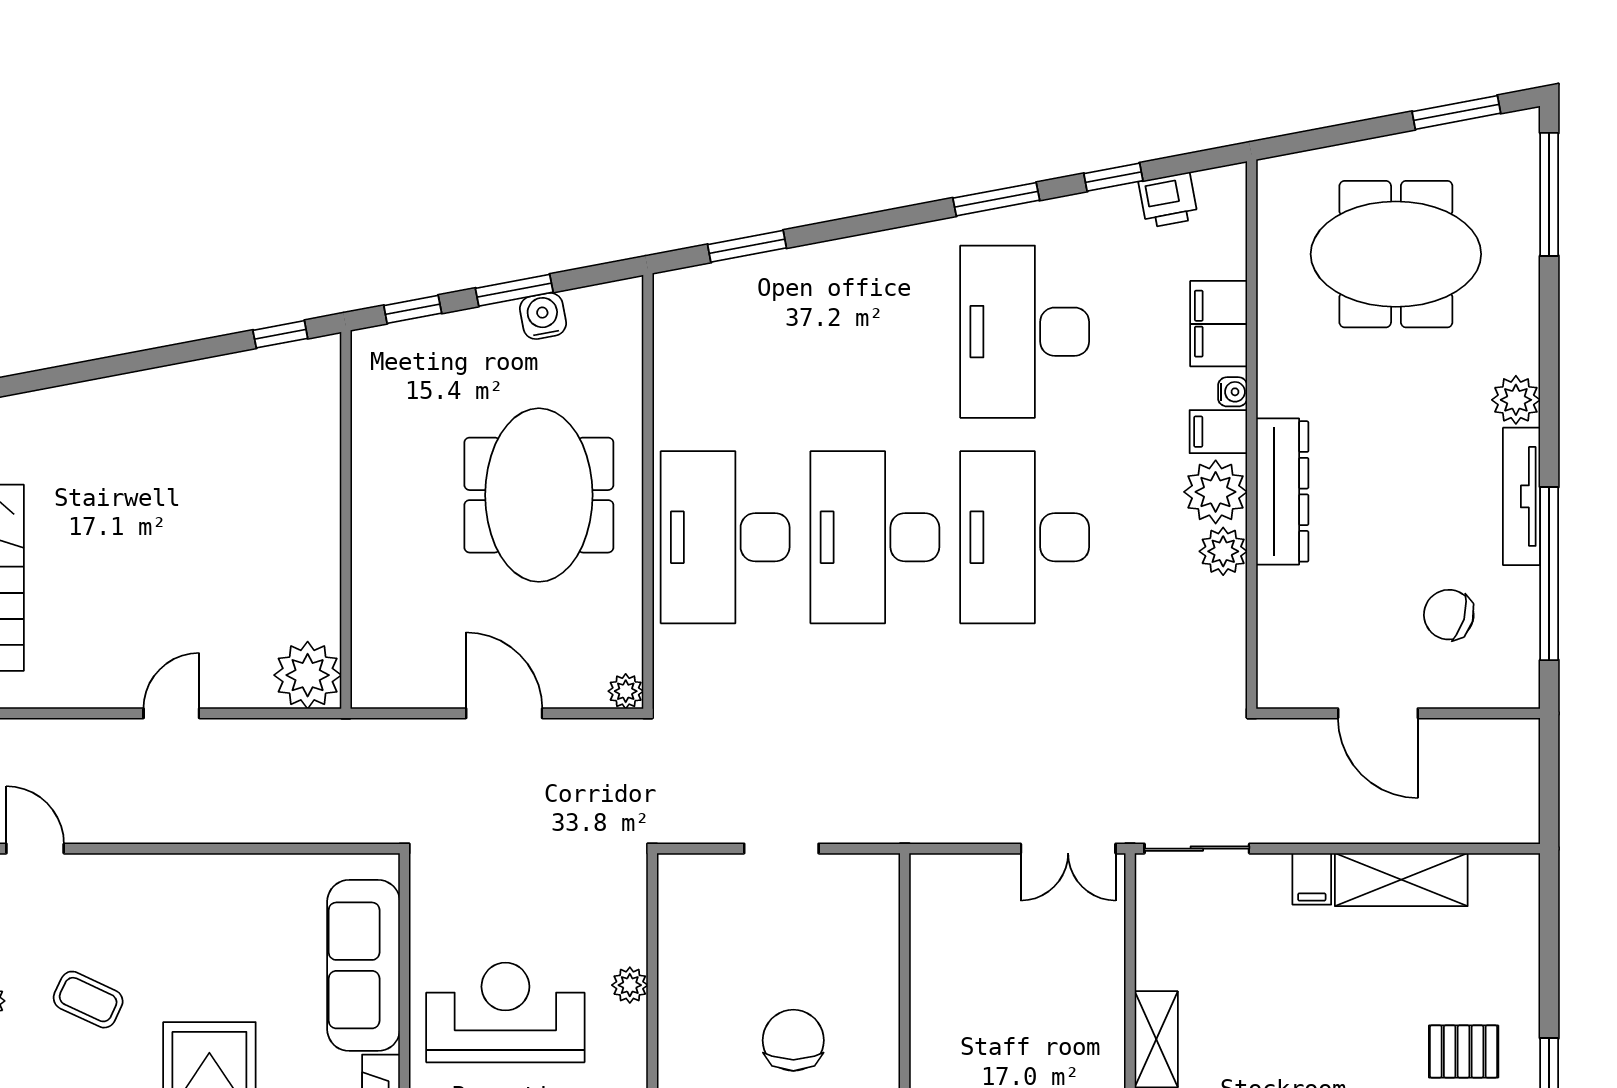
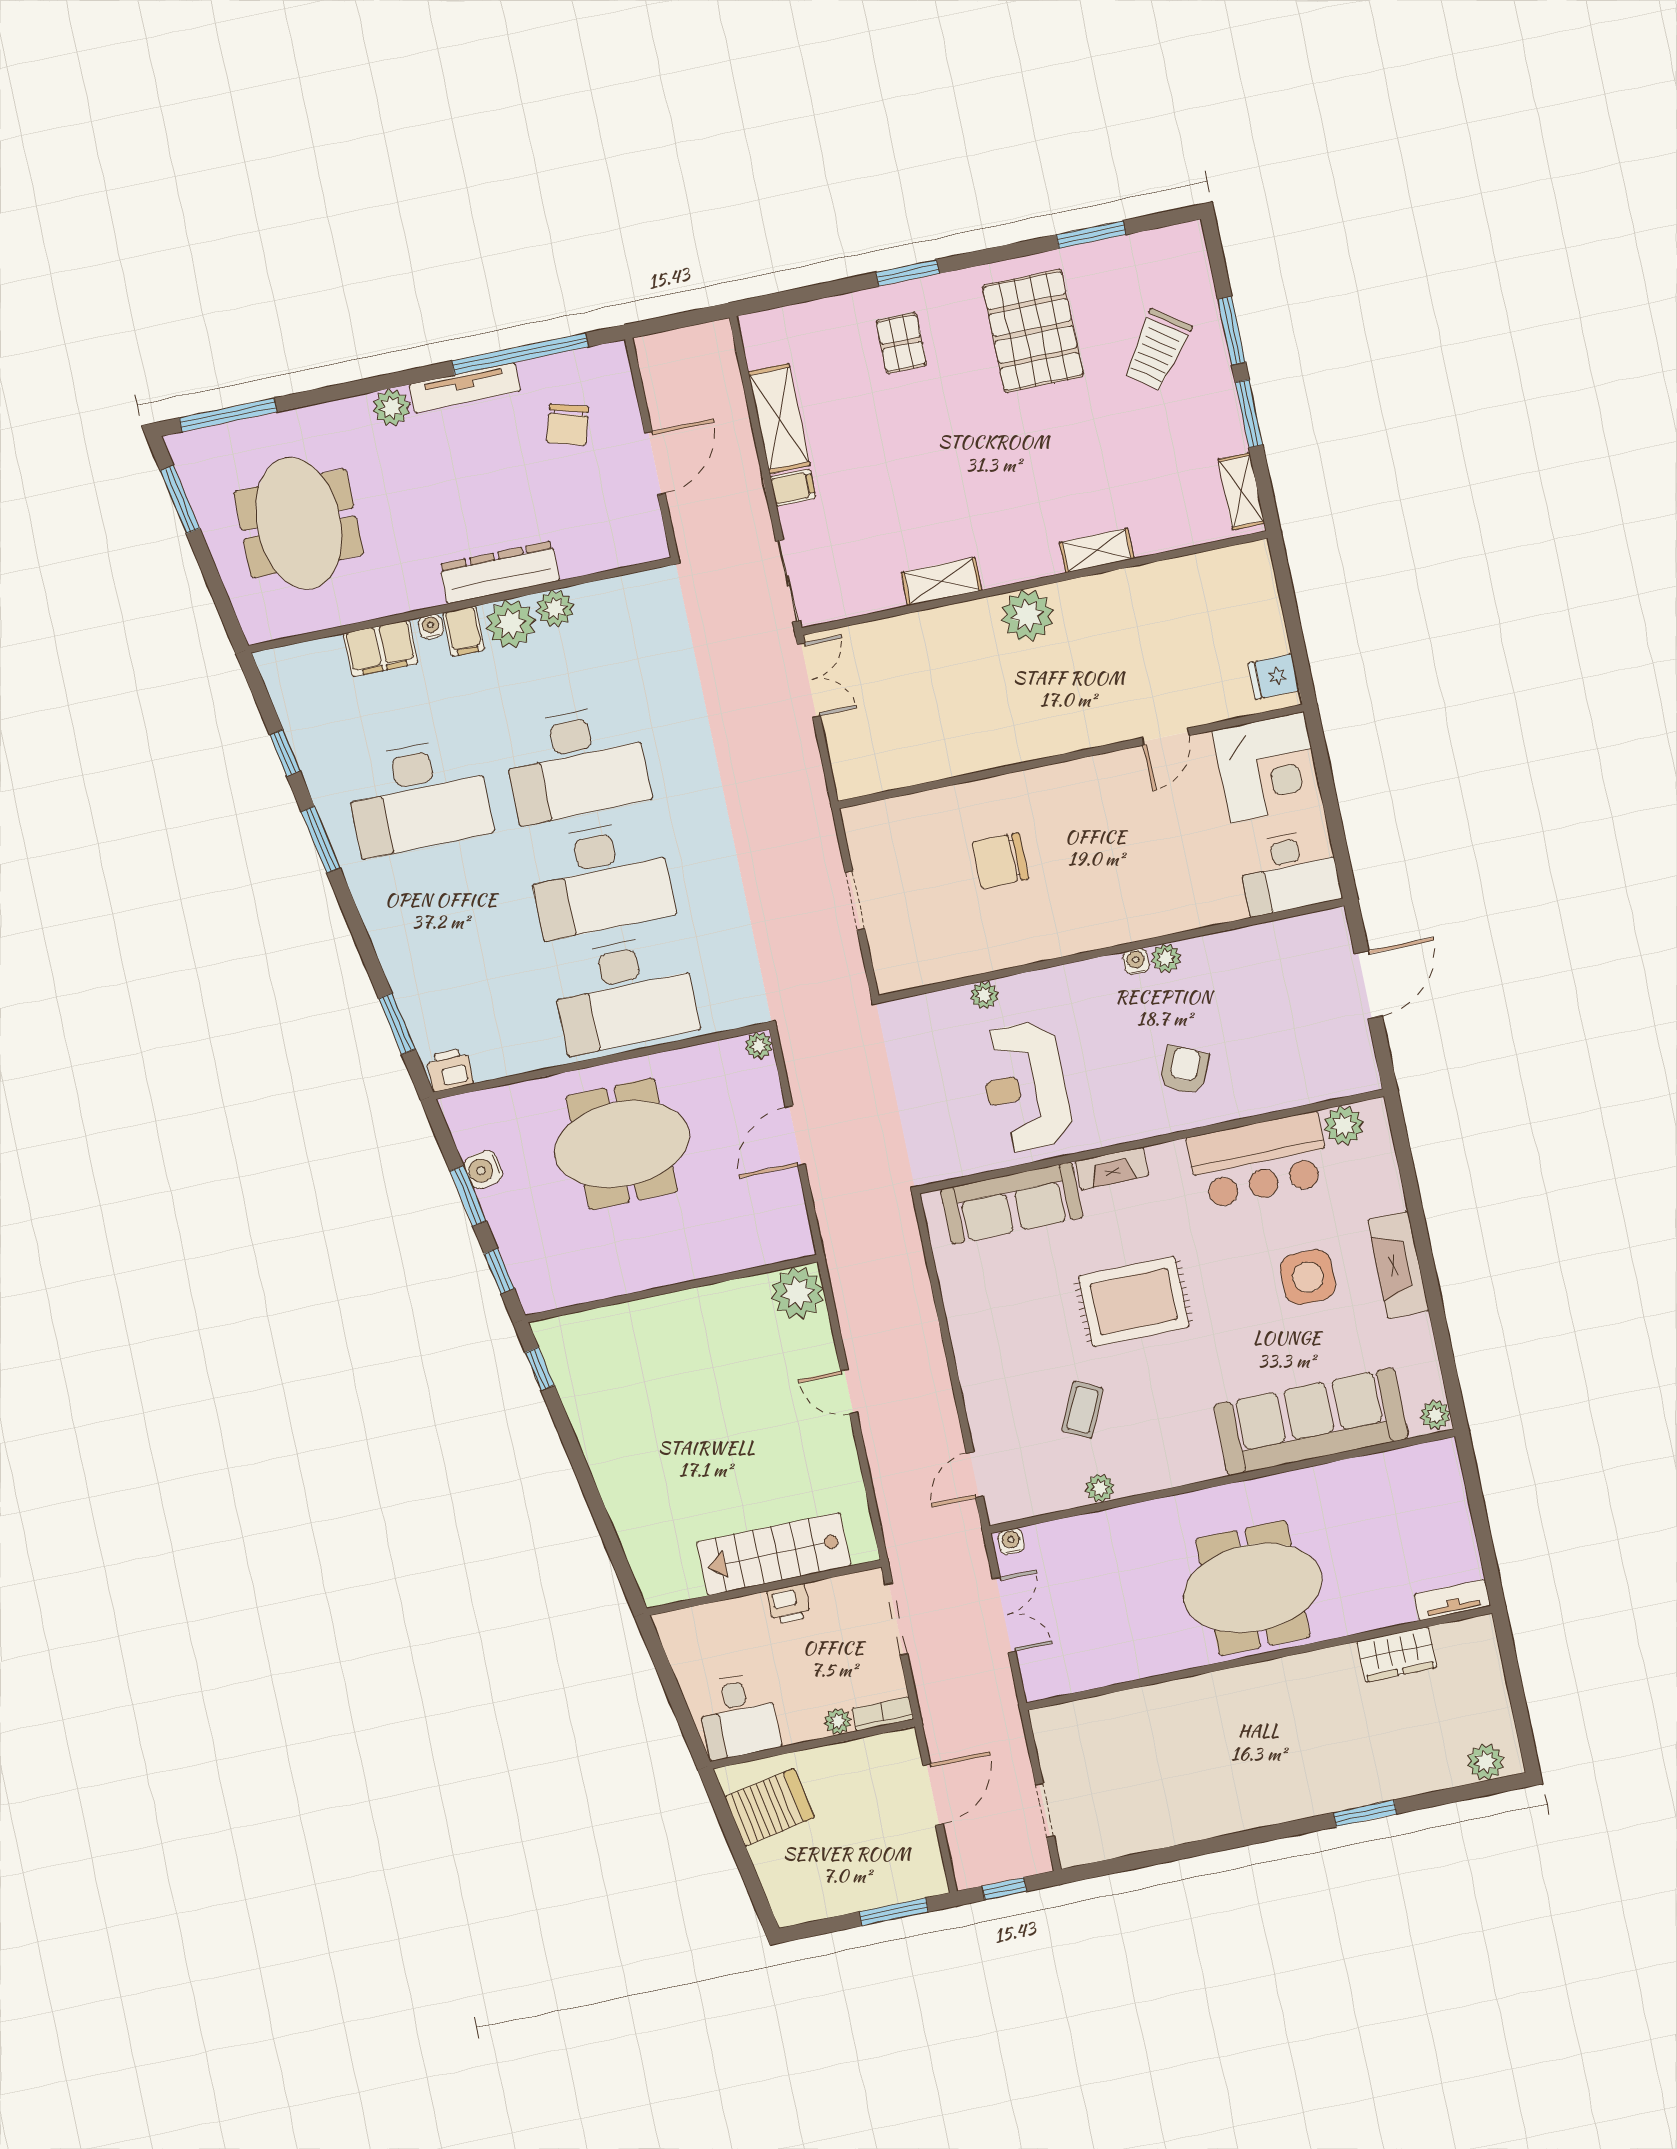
printer: (1168, 200) -> (450, 1070), moved, turned -79

